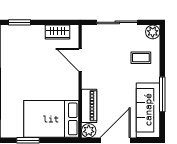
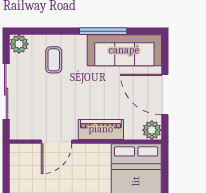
wardrobe: (57, 32) -> (19, 172), removed
piano: (89, 106) -> (101, 129), moved

